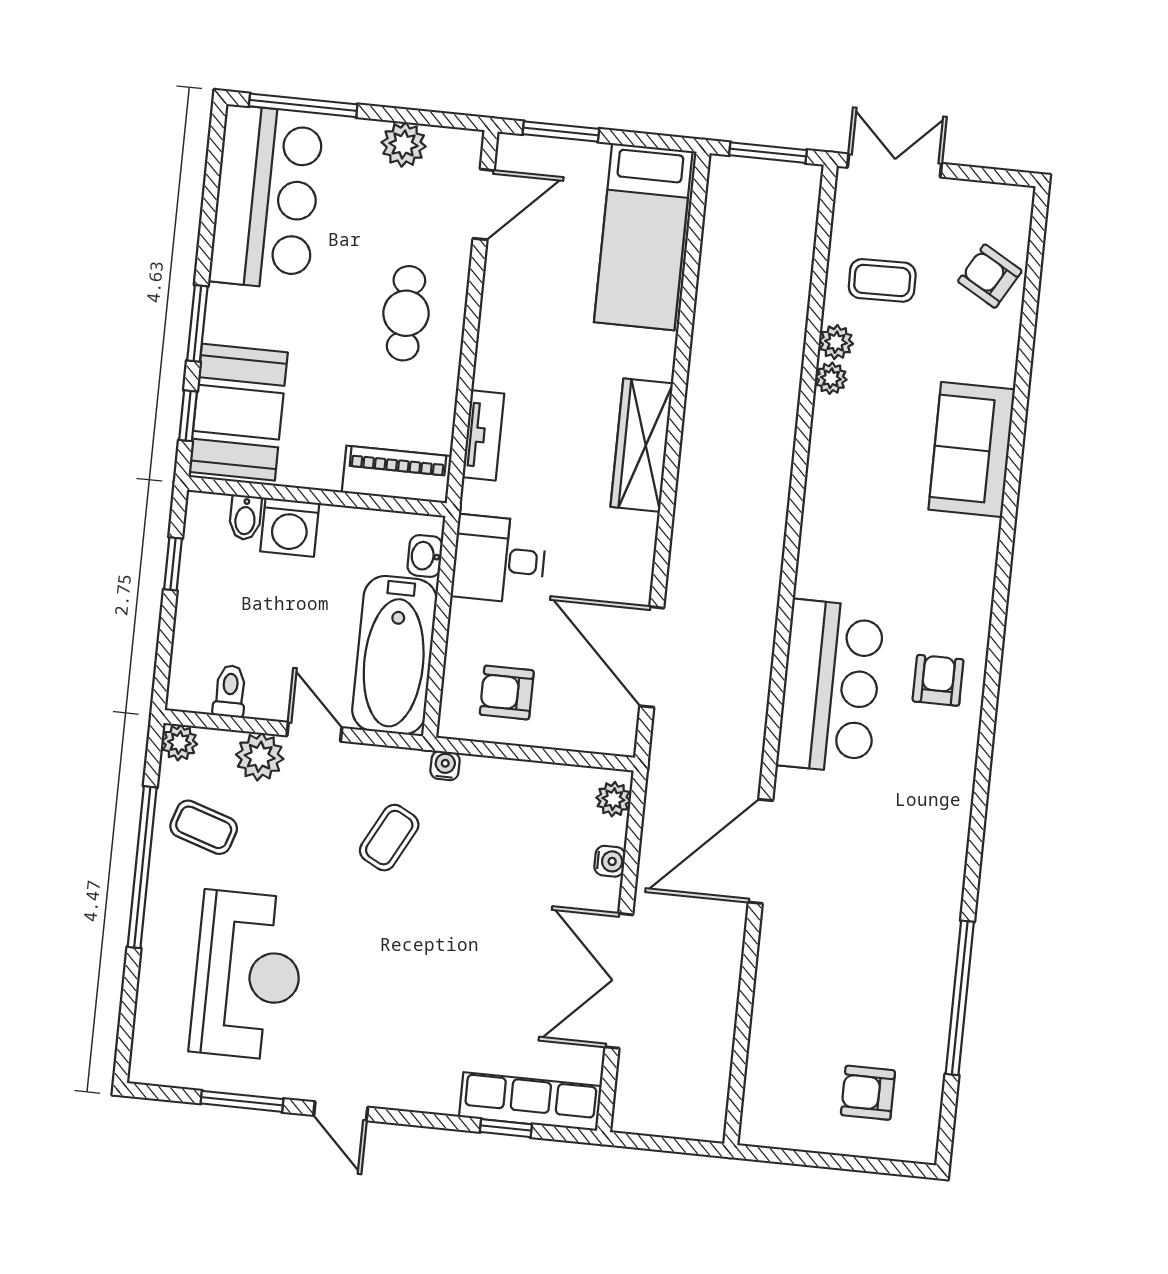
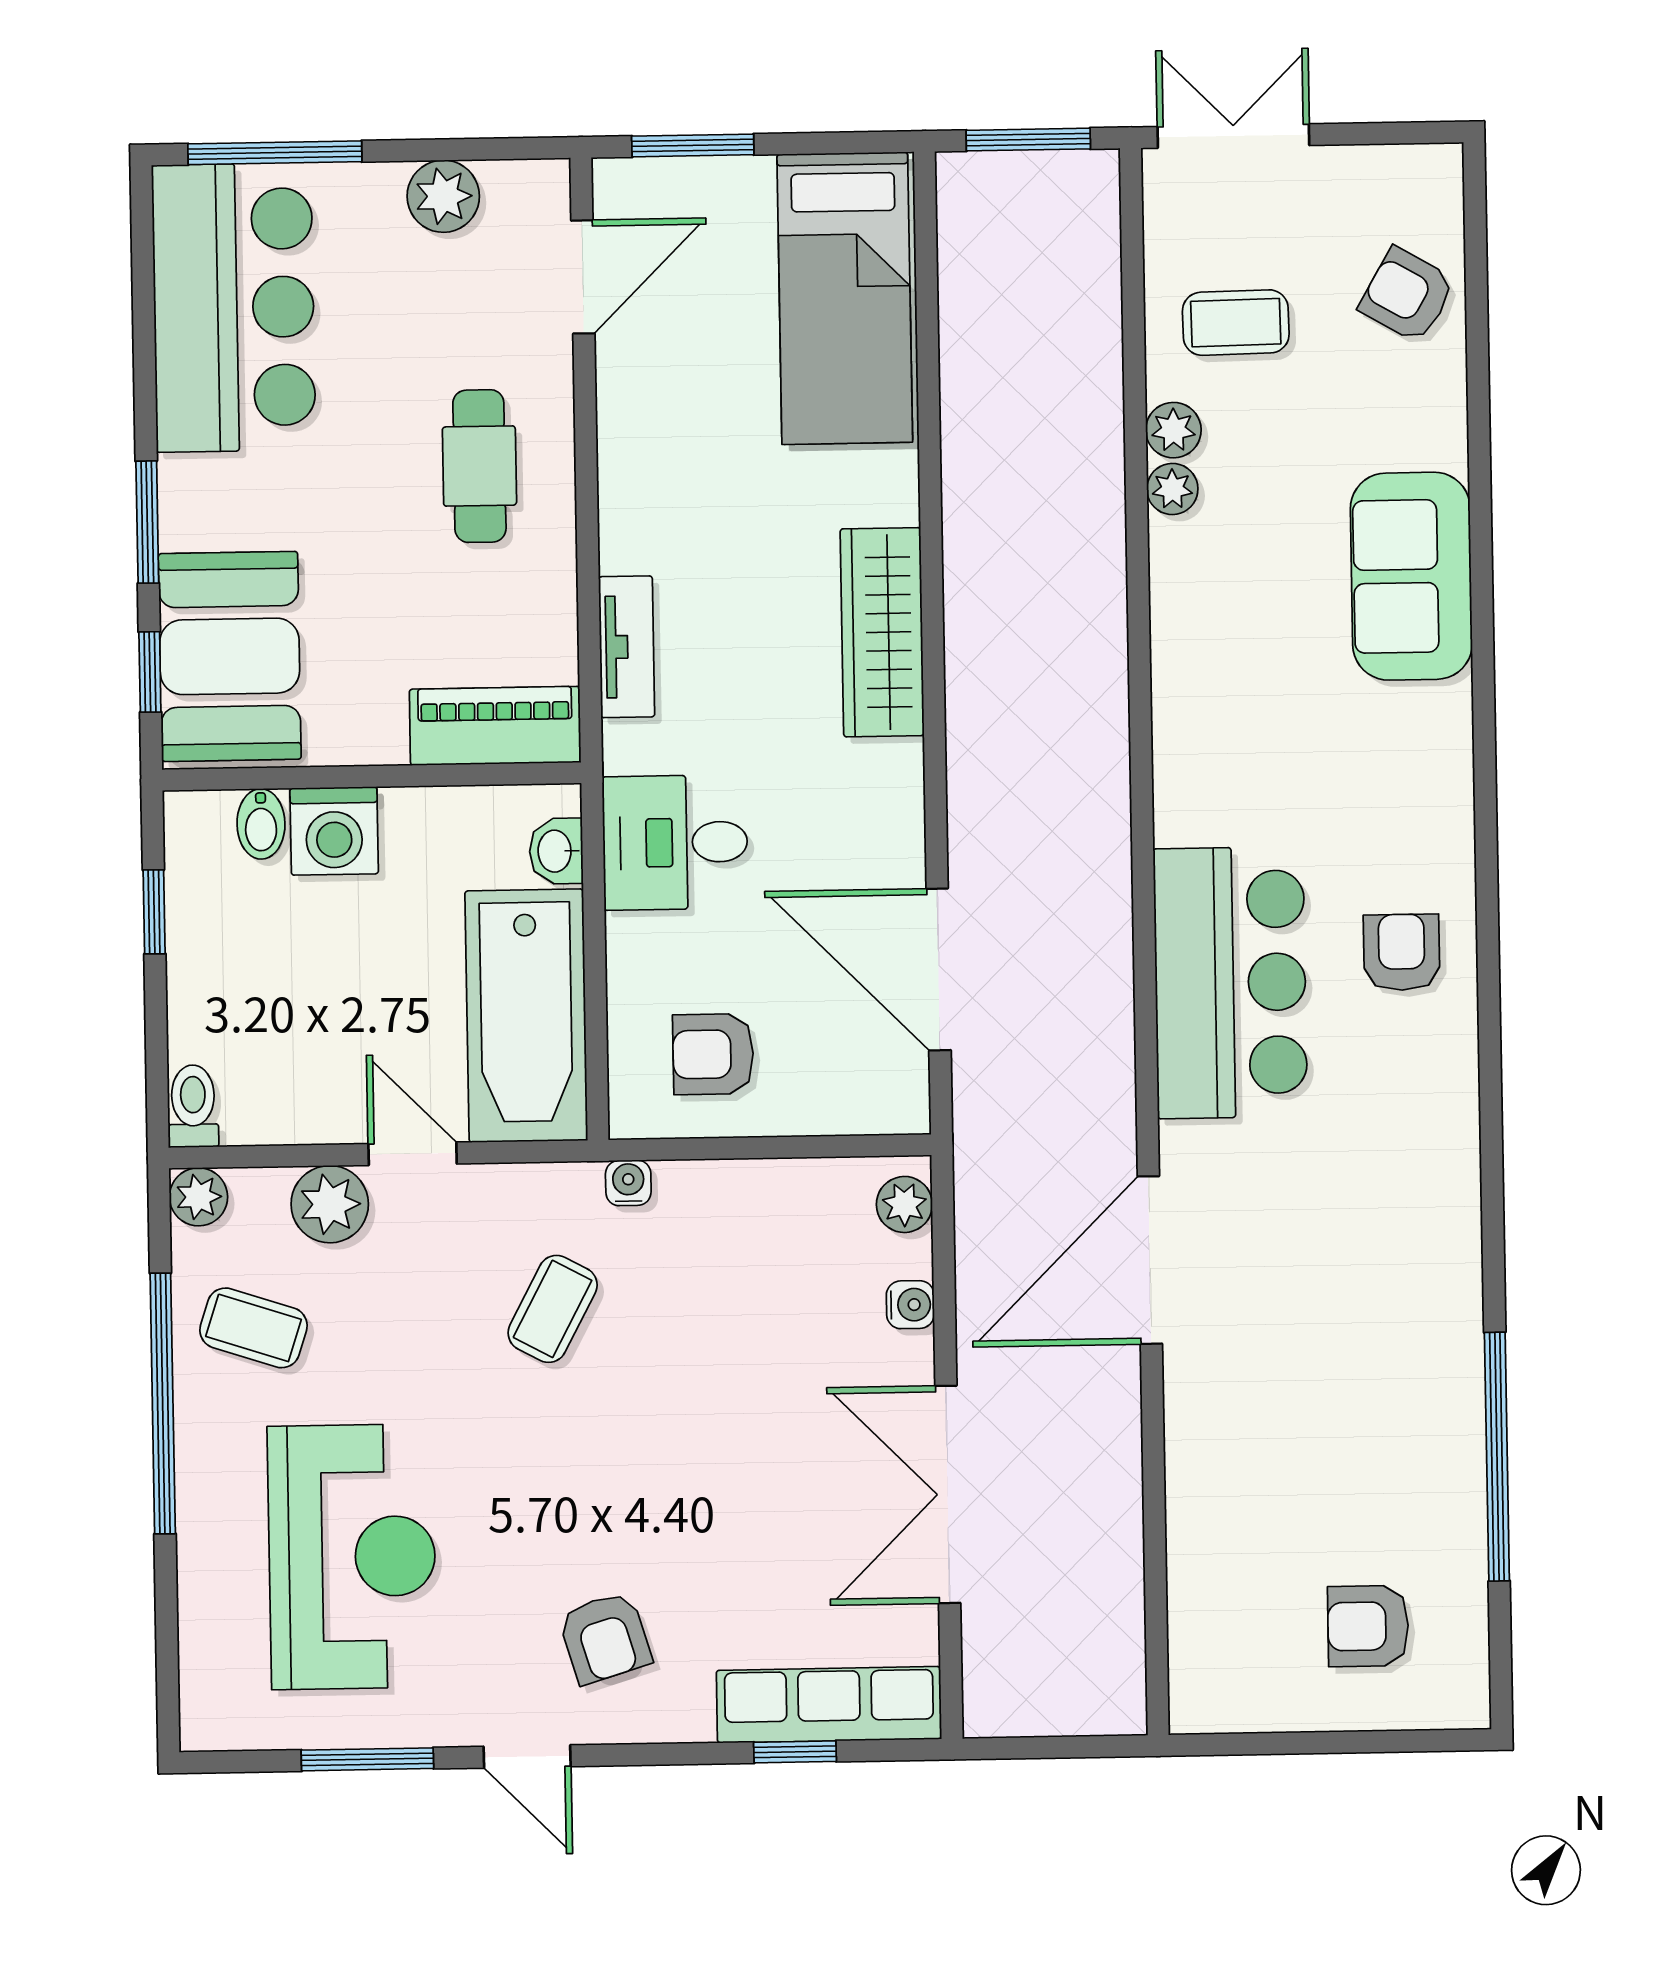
toilet: (230, 691) -> (193, 1106), moved
armchair: (397, 1044) -> (605, 1638), added

